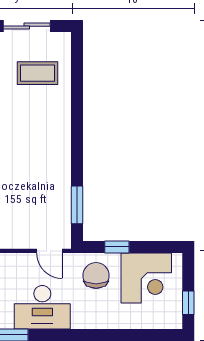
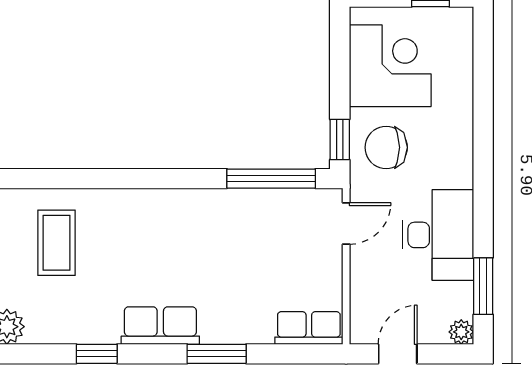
window: (77, 205) -> (271, 179), width x1.44
window: (117, 247) -> (340, 140), moved

